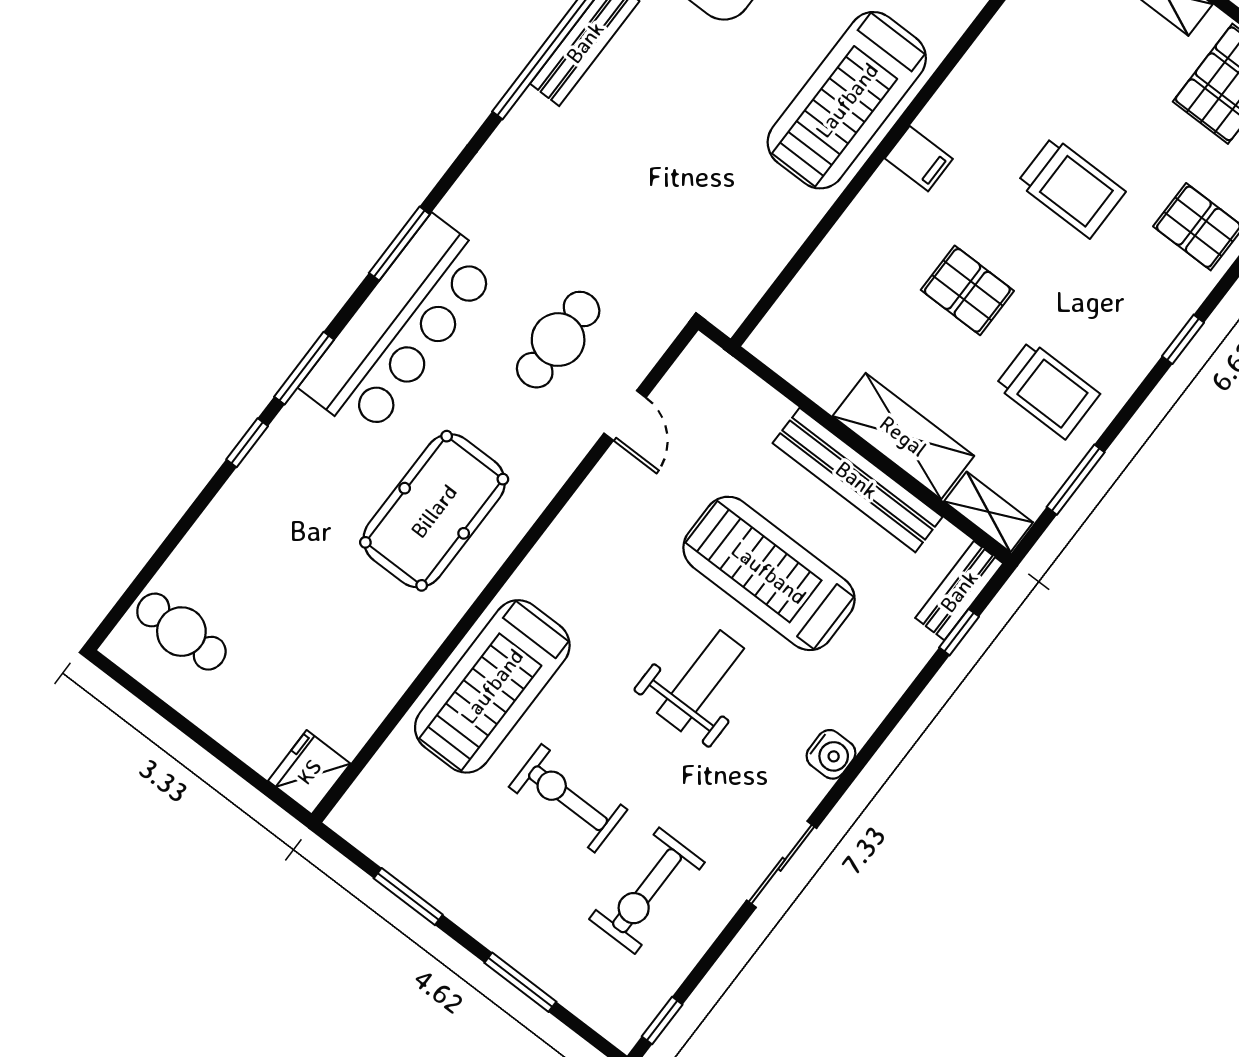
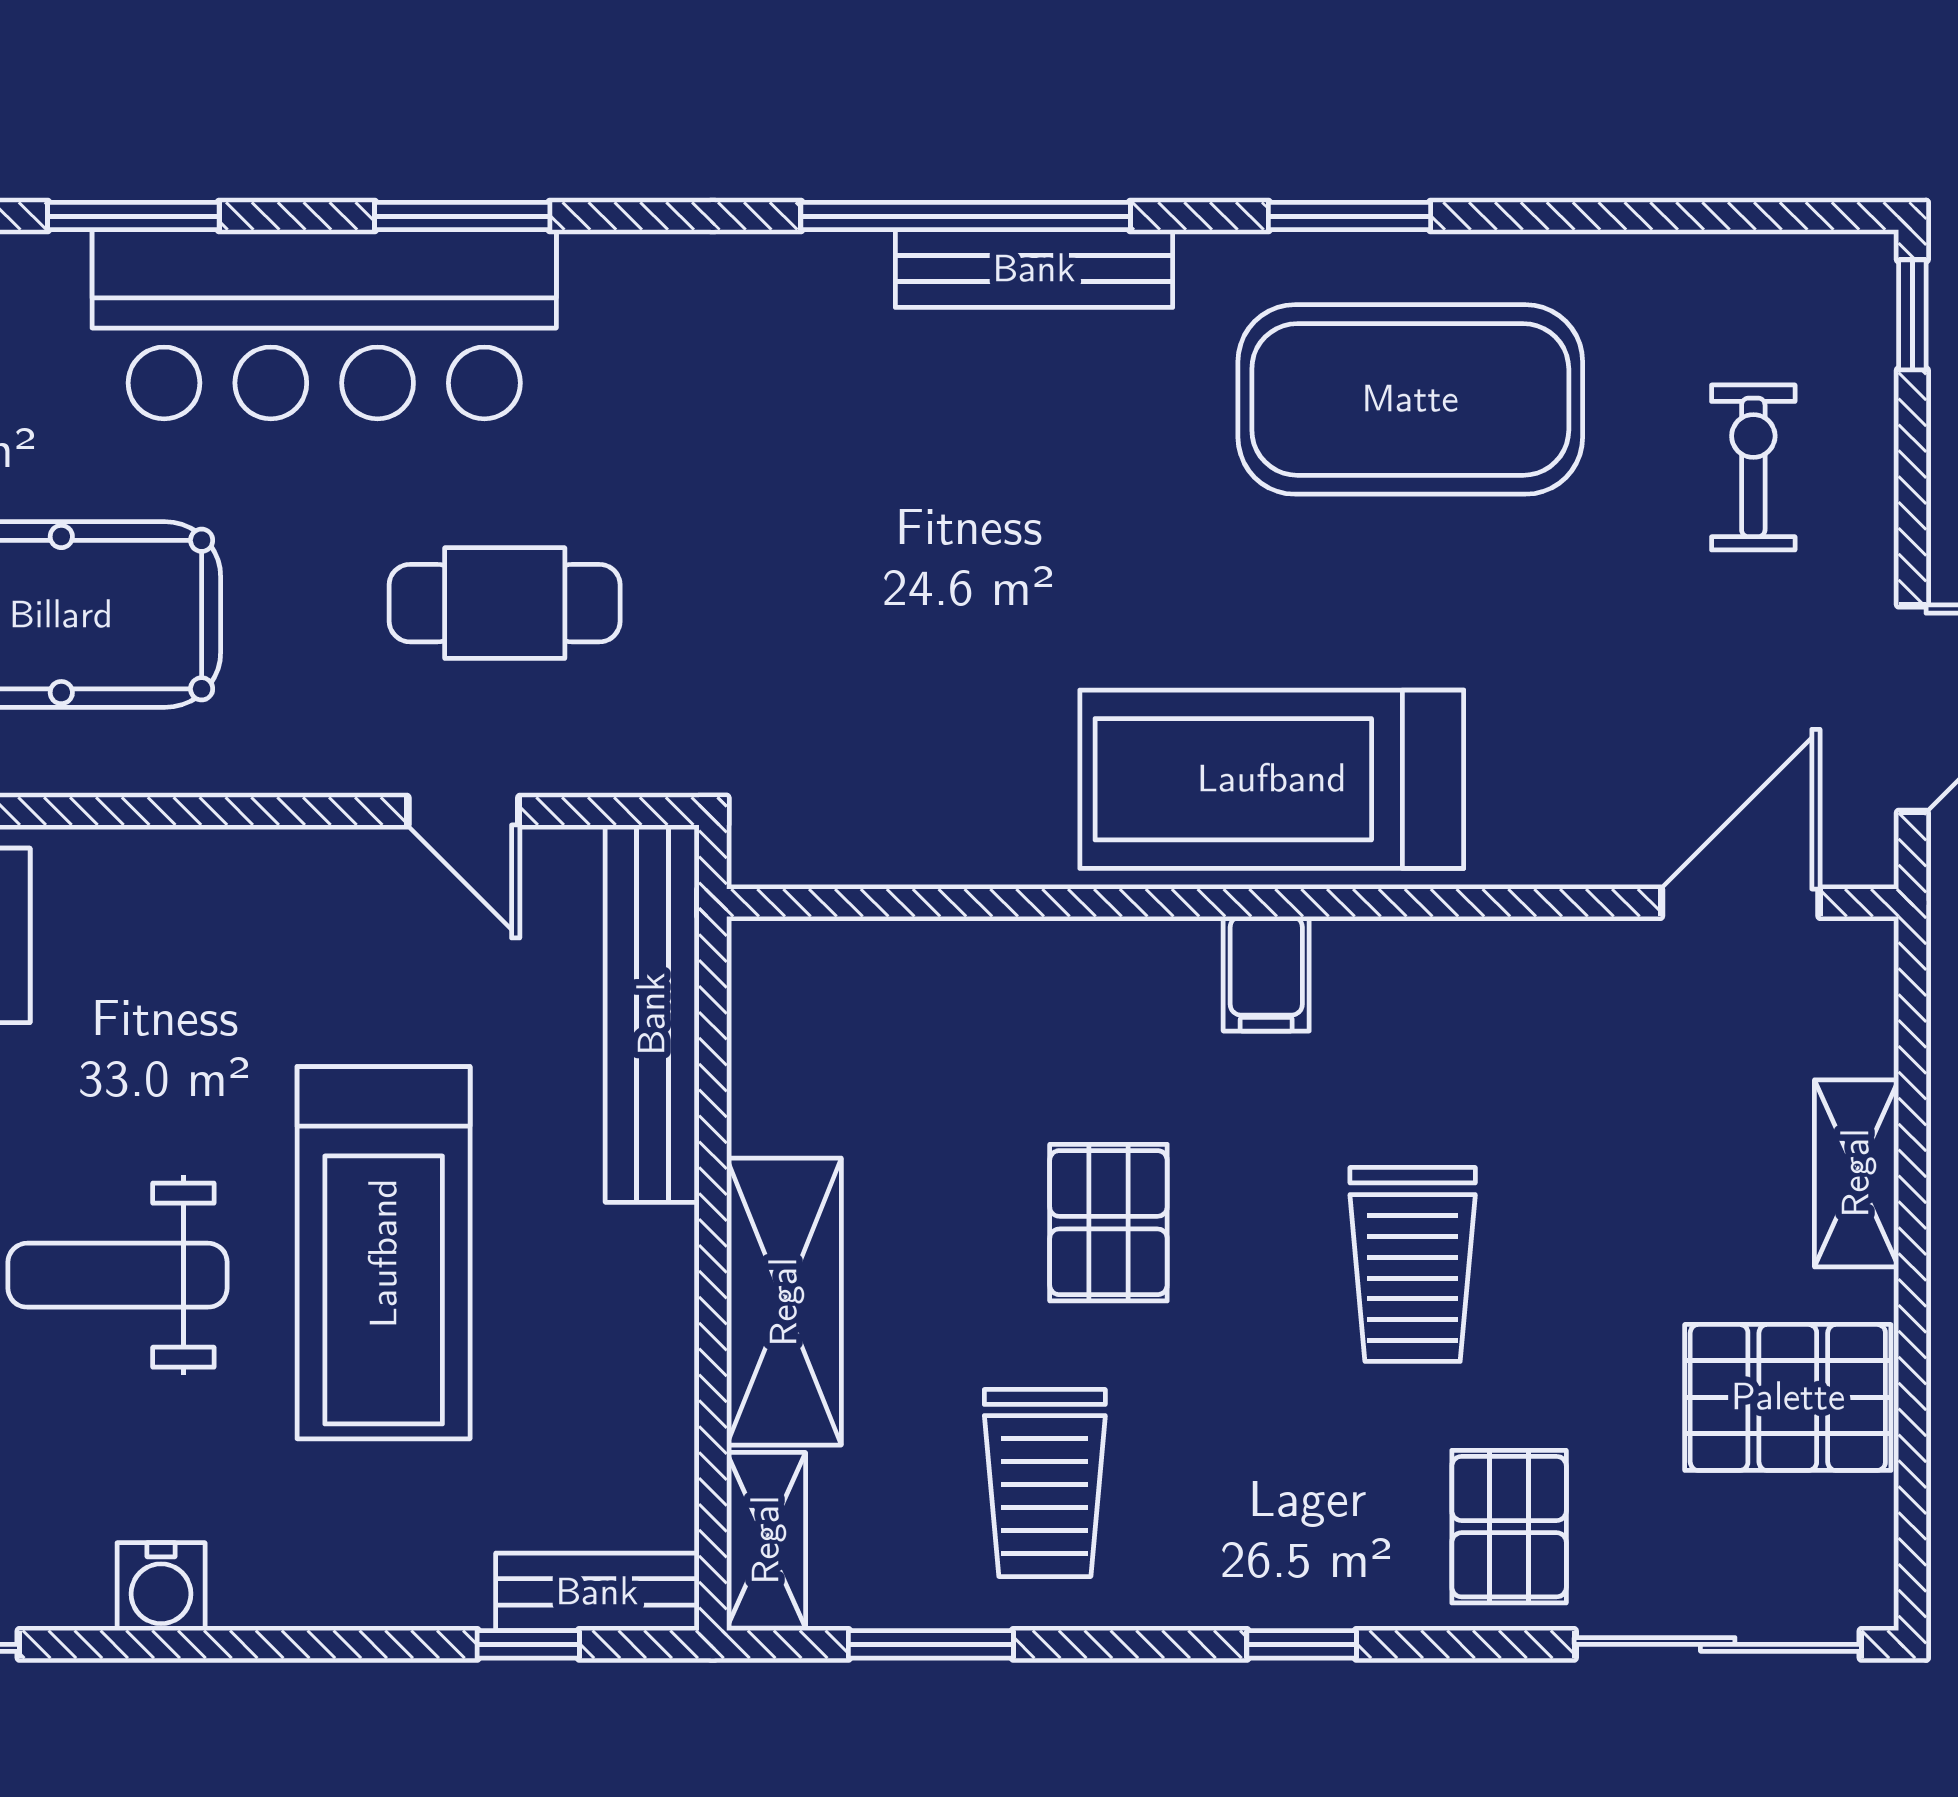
door: (625, 415) -> (463, 811), hinge flipped
bench: (857, 480) -> (652, 1014), moved
treadmill: (769, 573) -> (384, 1253), turned 180
weight bench: (700, 681) -> (118, 1275), turned 180

